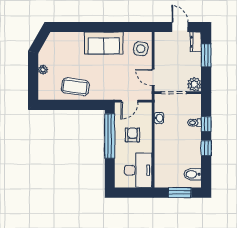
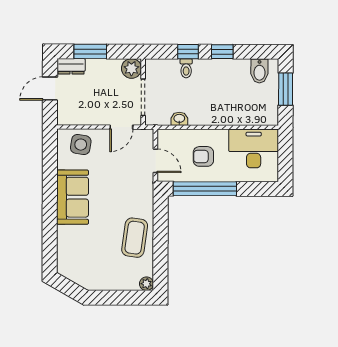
plant: (43, 70) -> (146, 284), moved

